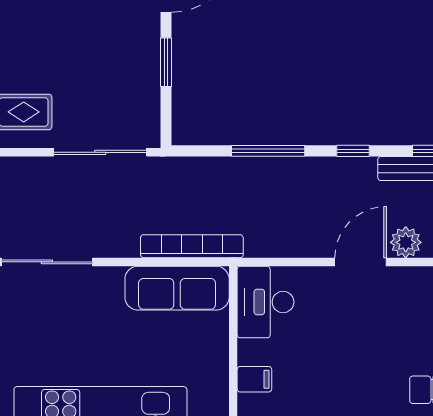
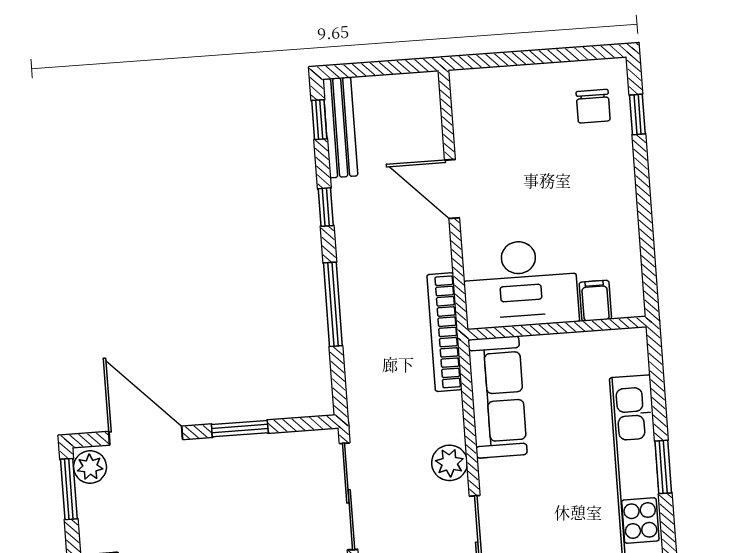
plant: (406, 242) -> (450, 463), moved
bookcase: (192, 246) -> (444, 332), moved
desk: (266, 302) -> (520, 284), width x1.36, depth x1.30

